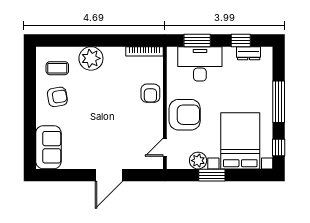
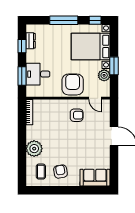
desk: (200, 64) -> (38, 74), width x0.73
armchair: (150, 93) -> (77, 115), moved

